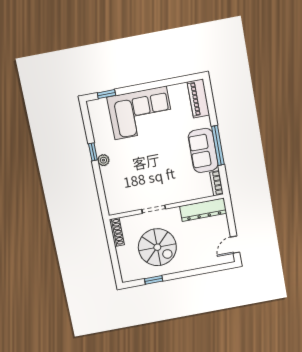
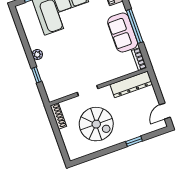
window: (93, 152) -> (36, 75), moved
window: (154, 280) -> (134, 141), moved

